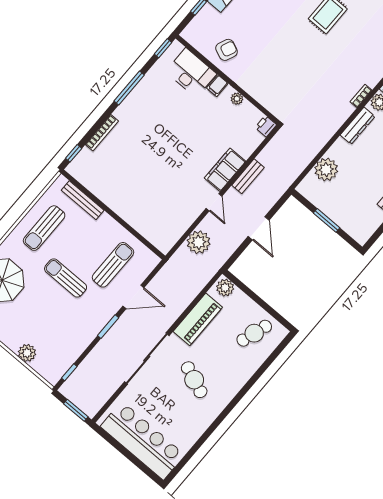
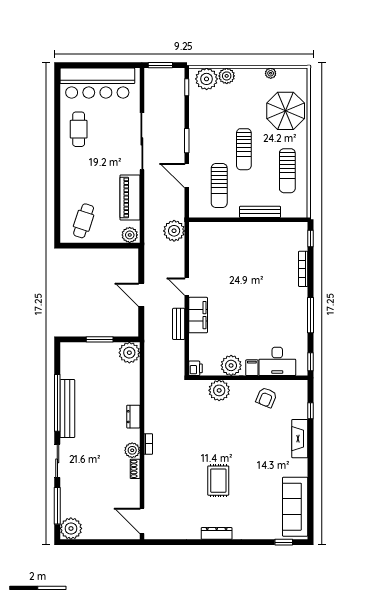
plant: (262, 90) -> (219, 390), added
plant: (237, 99) -> (231, 365), width x1.88, depth x1.88
dresser: (358, 126) -> (133, 417), width x0.70
plant: (326, 170) -> (129, 353), moved
bench: (83, 200) -> (260, 212), moved
sun lounger: (44, 228) -> (287, 171), turned 180
plant: (199, 242) -> (174, 231), moved
sun lounger: (66, 278) -> (244, 149), turned 90
door: (133, 297) -> (187, 176), hinge flipped
plant: (46, 365) -> (207, 79), added
cafe table: (194, 380) -> (79, 129), moved, turned 68

